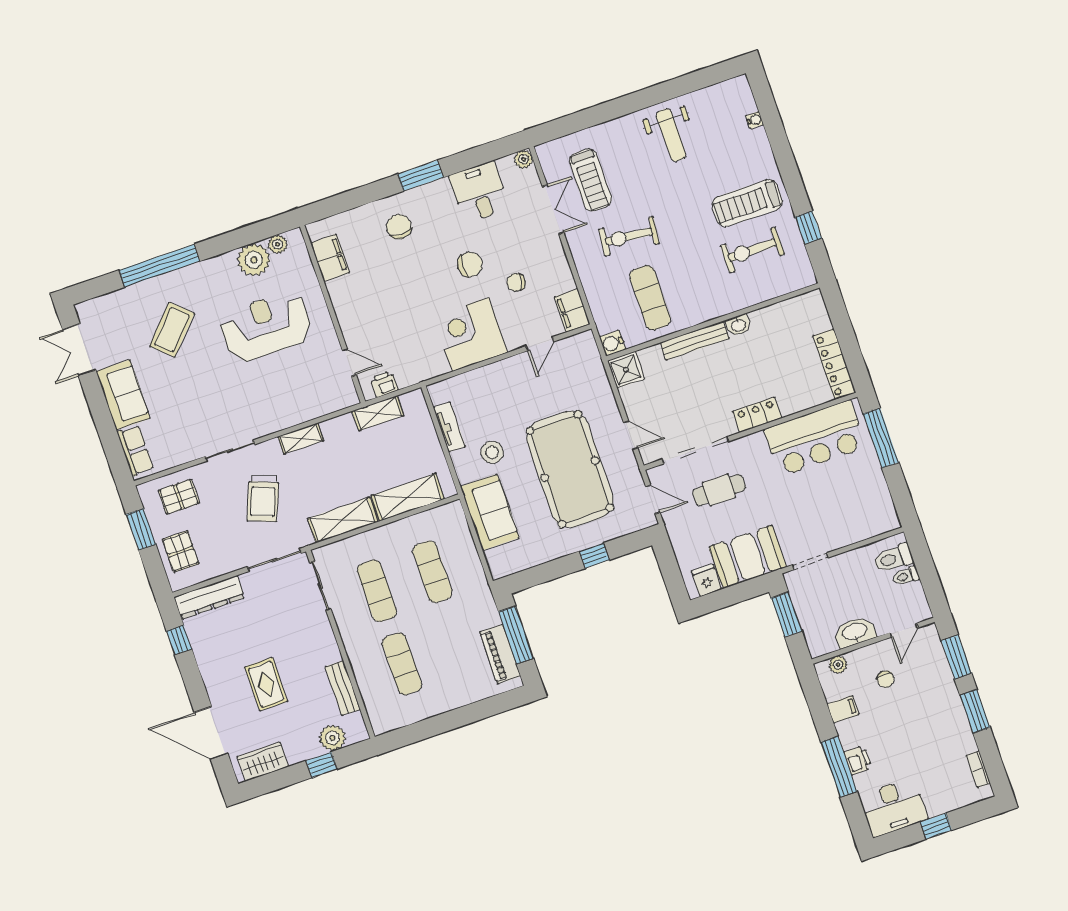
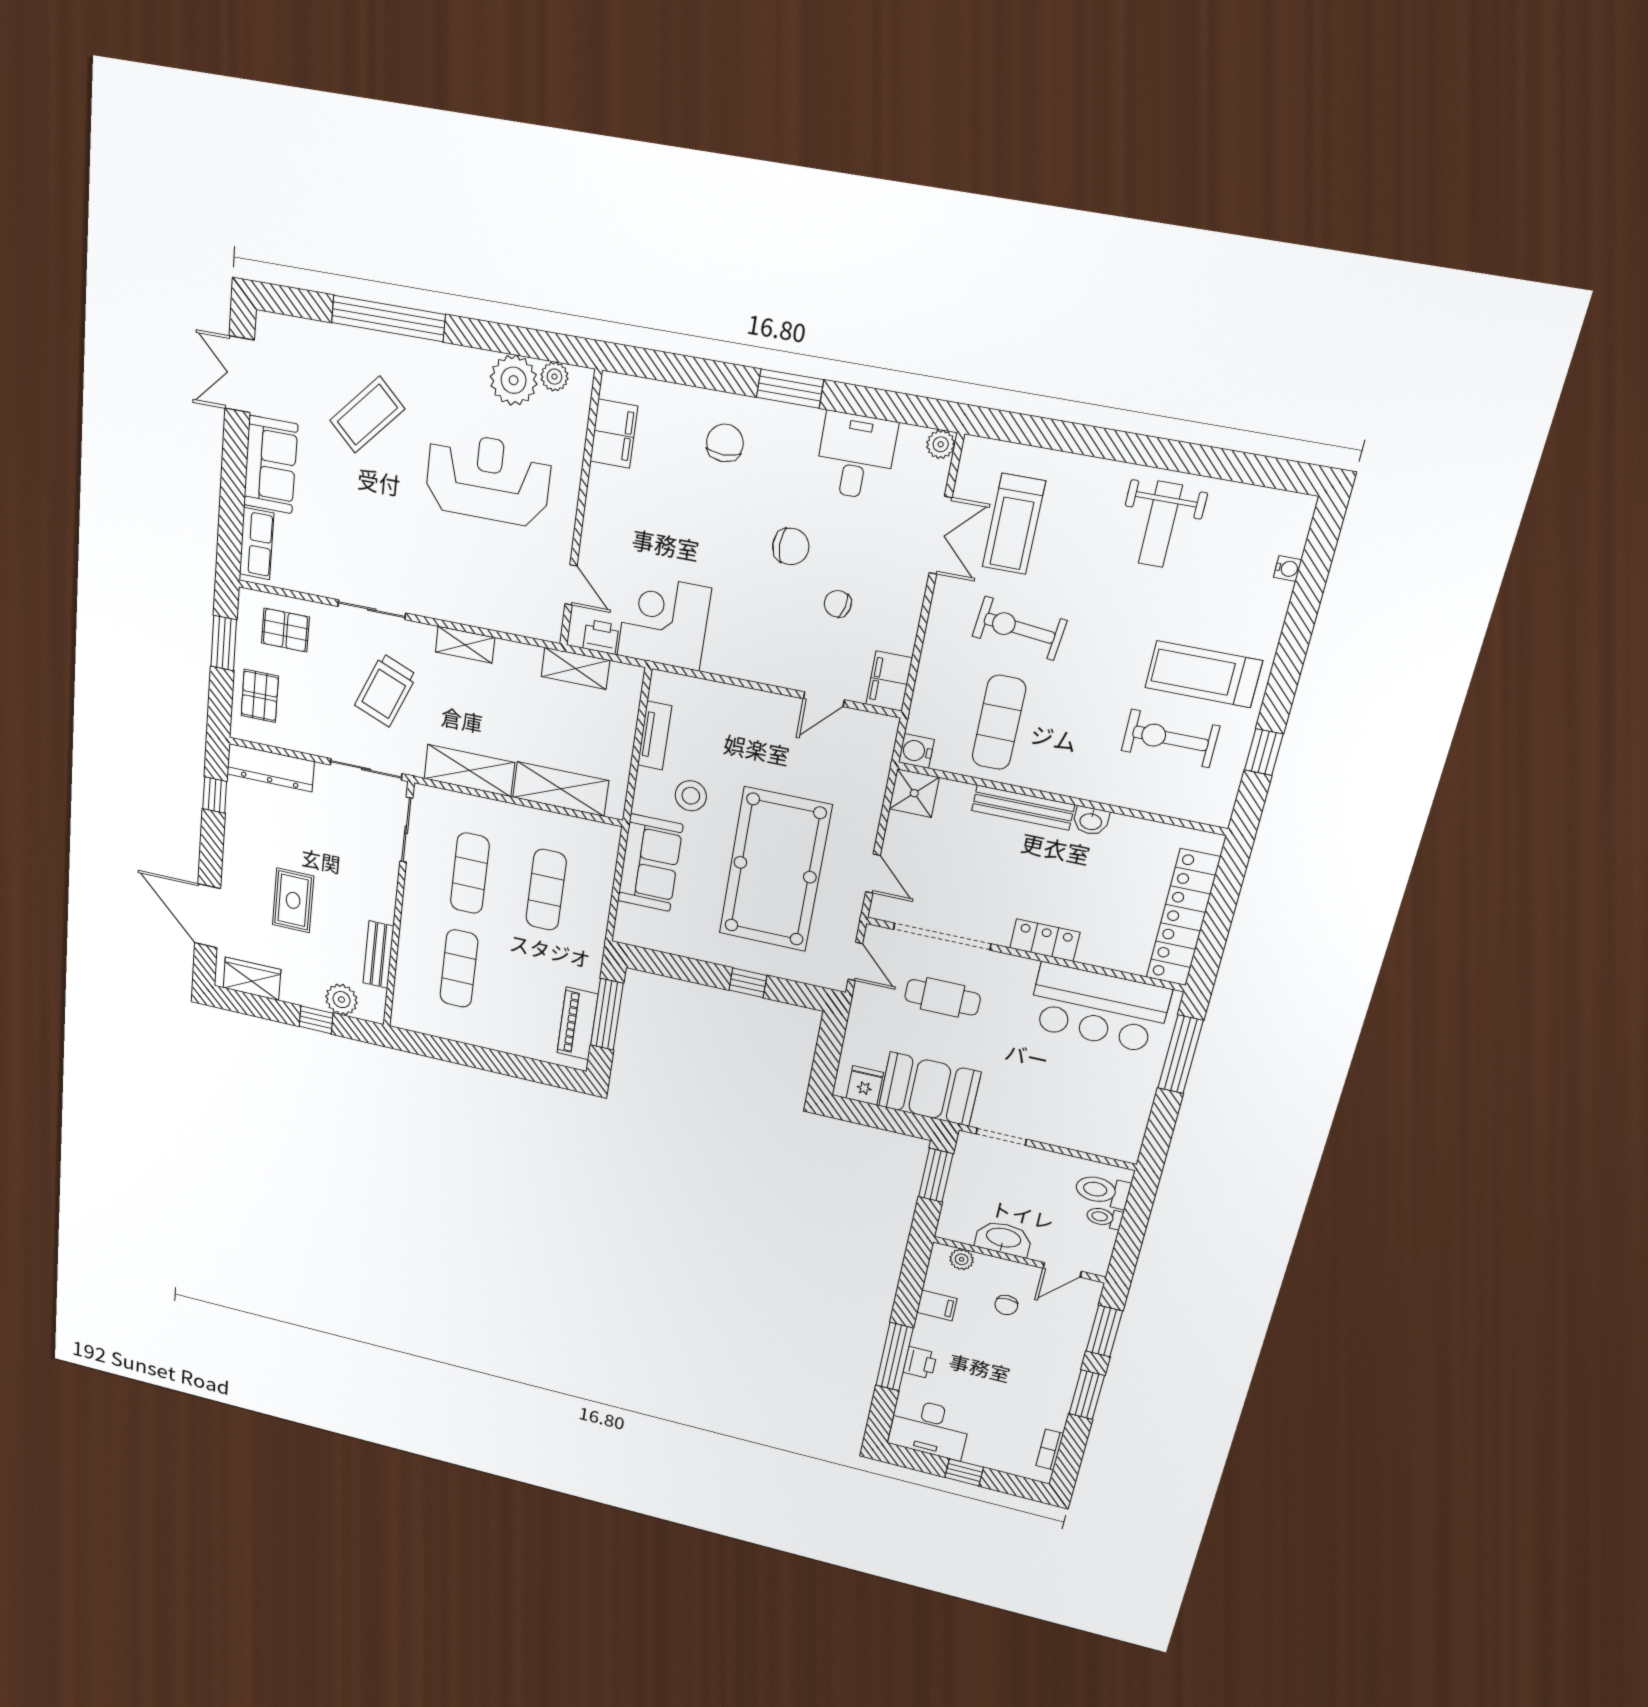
corner desk: (470, 334) -> (664, 622), moved
locker: (834, 364) -> (1183, 918), width x1.41, depth x1.21

